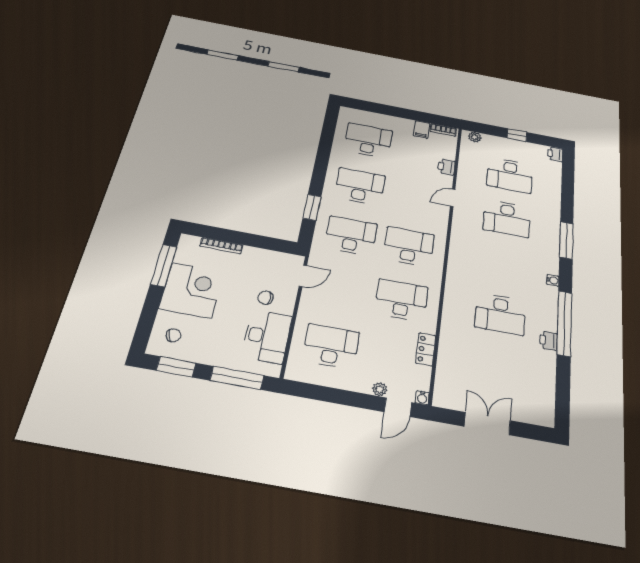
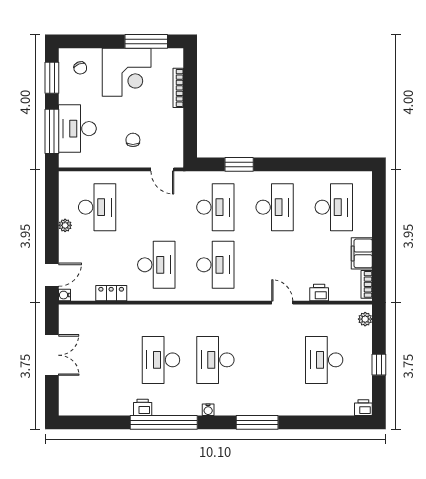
filing cabinet: (422, 129) -> (362, 253), width x2.00
desk: (507, 218) -> (215, 360), moved
desk: (267, 336) -> (77, 129), moved, turned 90
plant: (380, 389) -> (65, 225), moved
door: (398, 407) -> (52, 275), swing flipped

